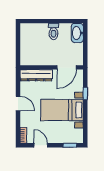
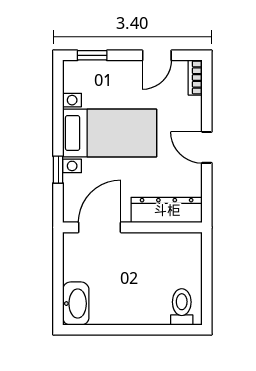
toilet: (54, 31) -> (182, 307), moved
door: (41, 145) -> (157, 55), hinge flipped

